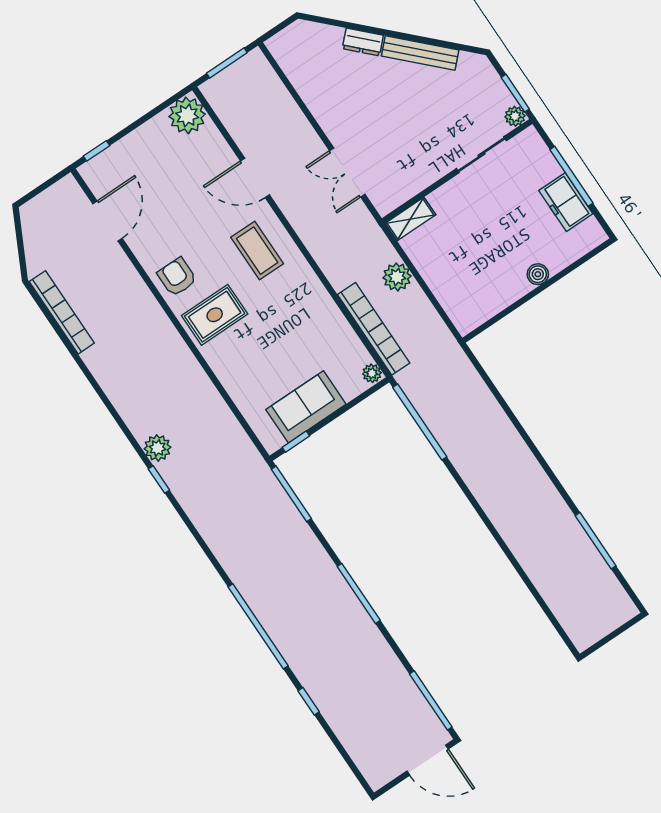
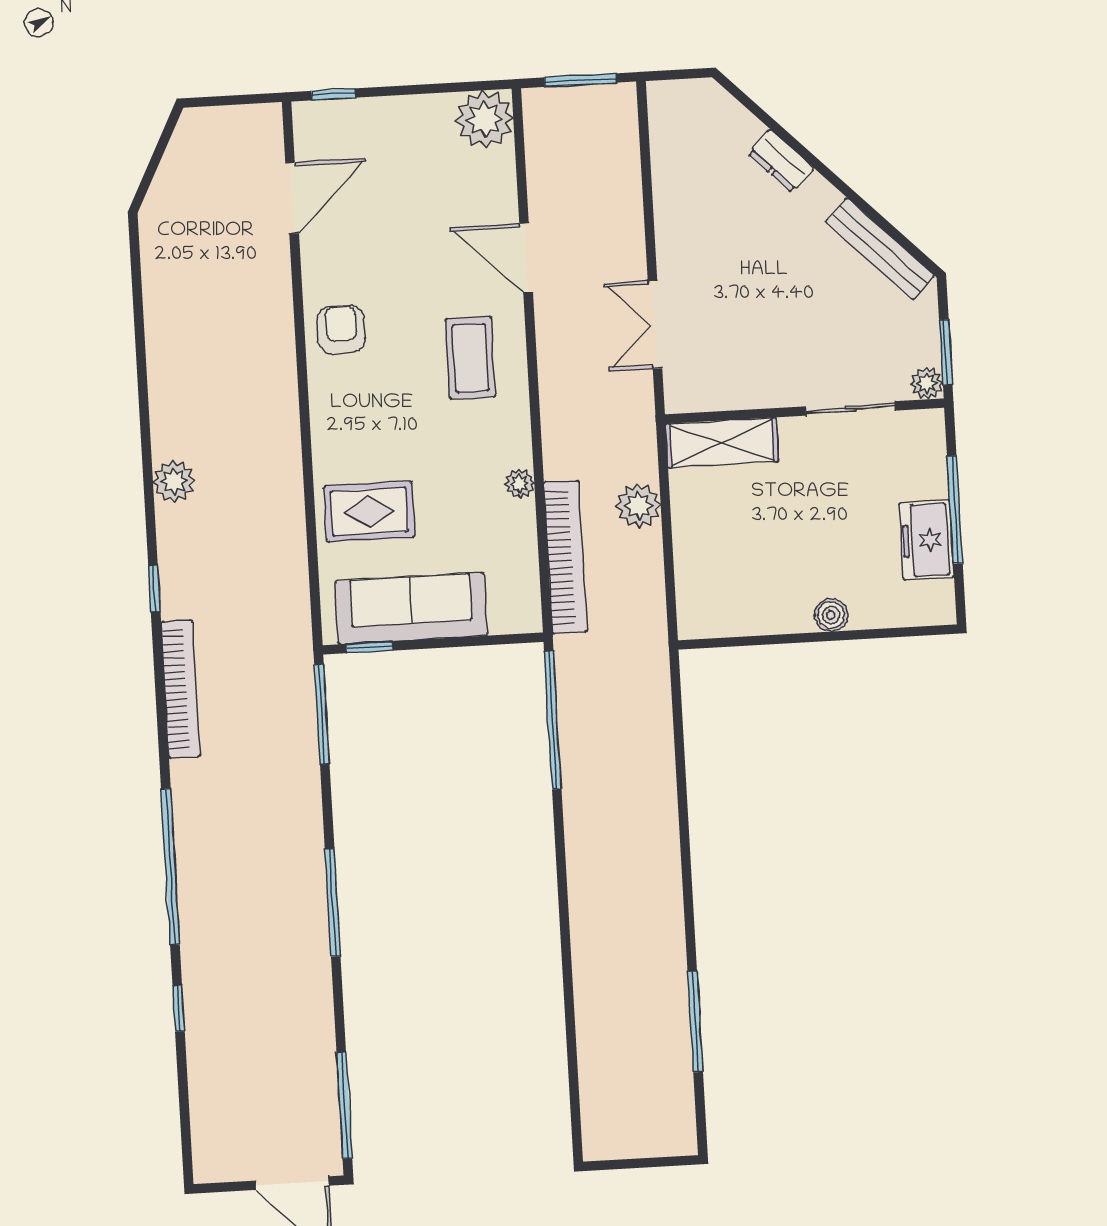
bench: (420, 53) -> (880, 249), moved
shelving: (410, 219) -> (722, 443), width x1.50, depth x1.33
bookcase: (62, 312) -> (180, 689), moved
rug: (215, 315) -> (369, 512), moved
plant: (372, 373) -> (520, 483), moved
sofa: (306, 407) -> (411, 608), width x1.36
plant: (157, 448) -> (174, 481), moved

